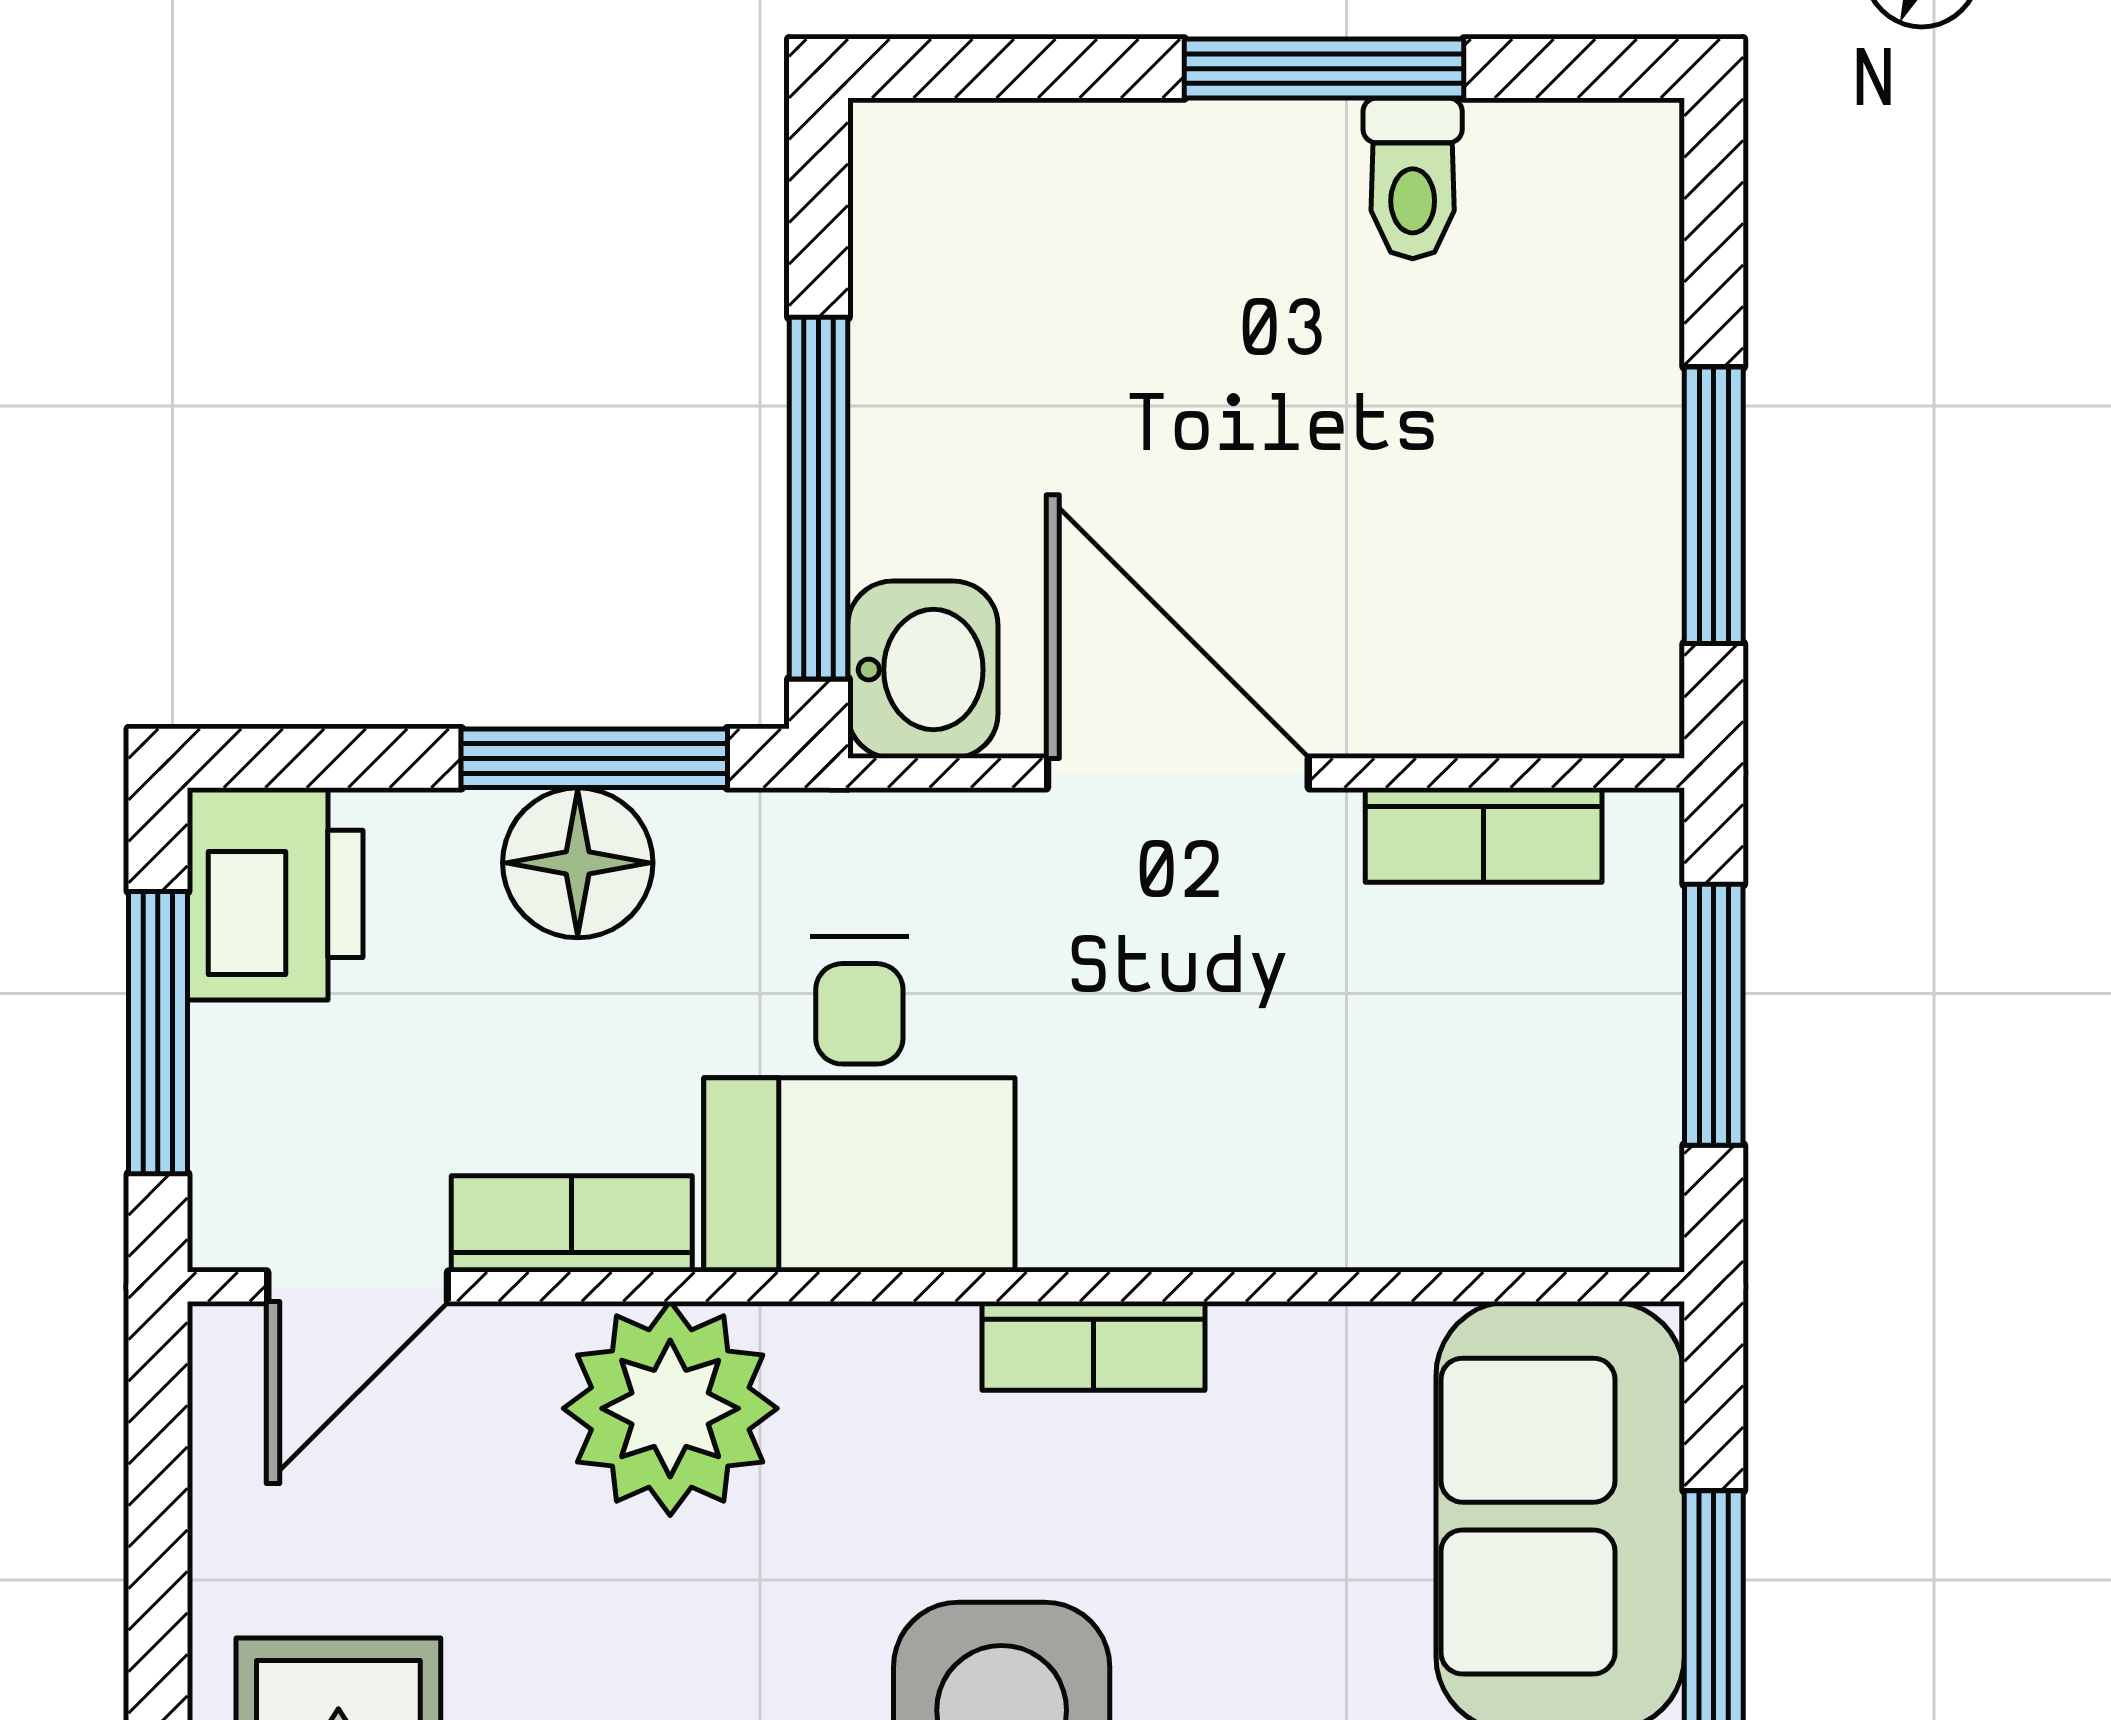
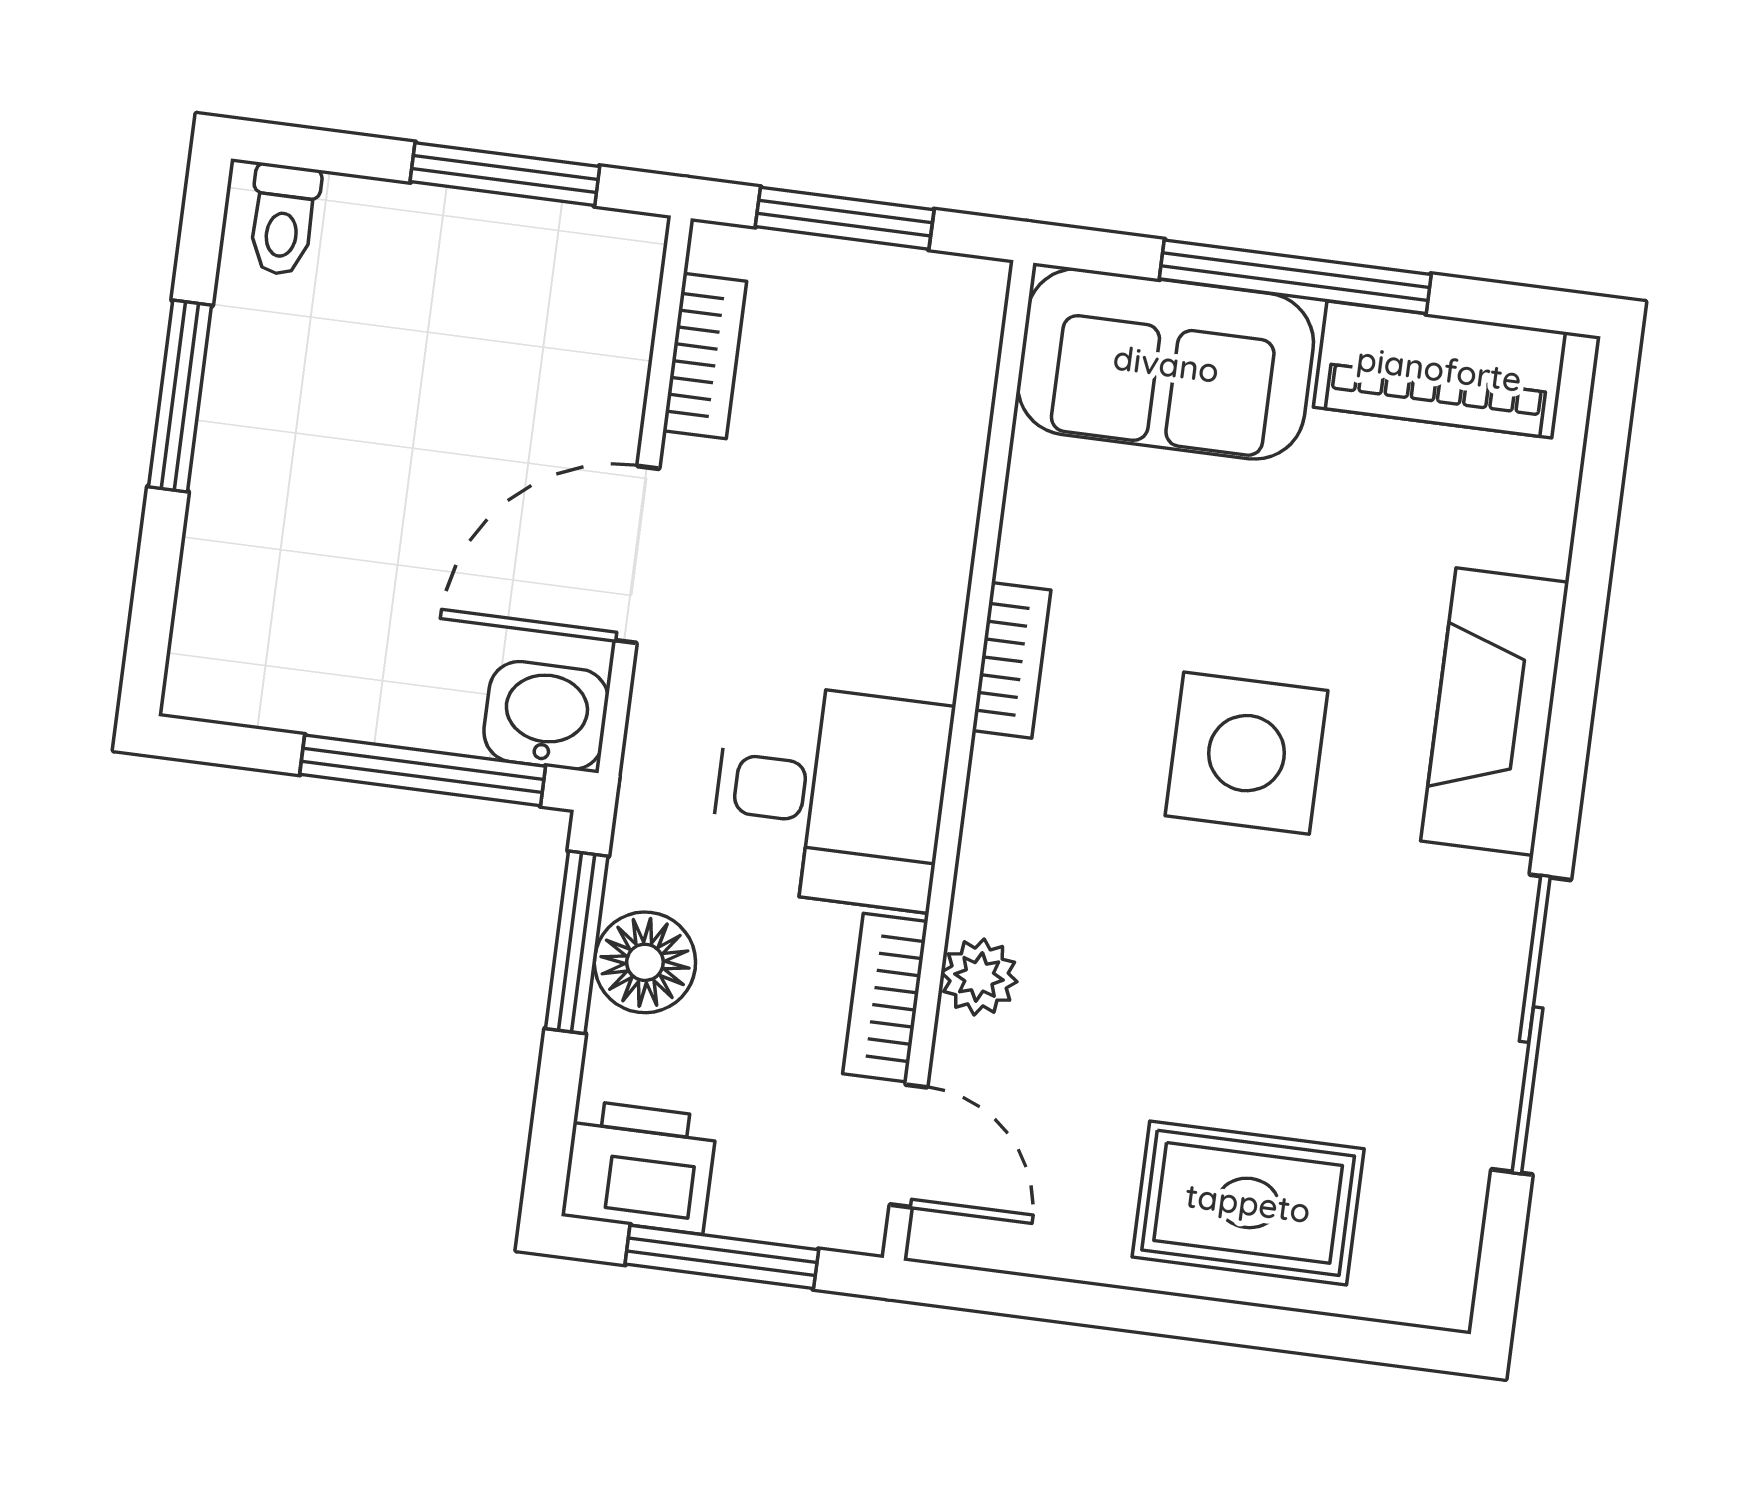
toilet: (1413, 178) -> (283, 220), moved, turned 90
plant: (670, 1408) -> (979, 977), width x0.53, depth x0.53

